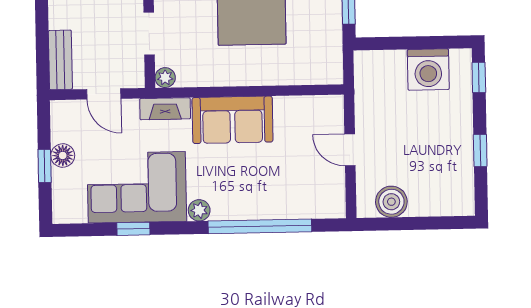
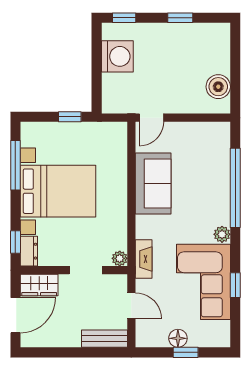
door: (104, 94) -> (131, 306), hinge flipped
sofa: (232, 120) -> (153, 184), moved
door: (350, 150) -> (151, 118), moved

